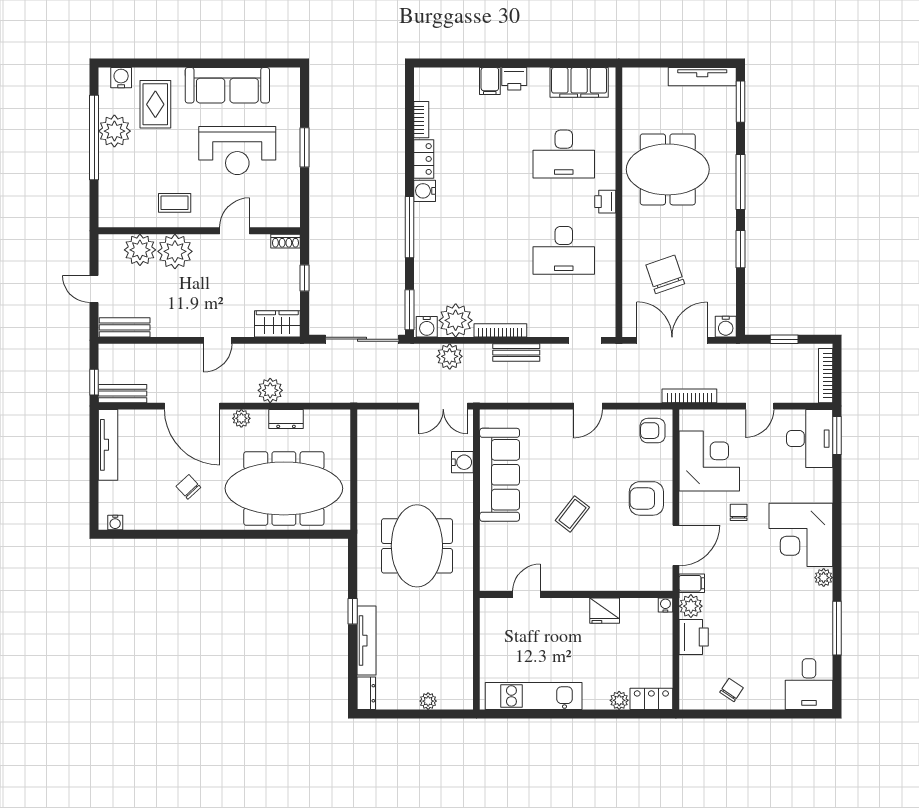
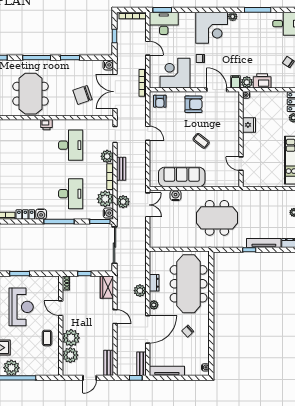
desk: (564, 154) -> (71, 194), moved
plant: (541, 324) -> (107, 156), added
armchair: (646, 498) -> (193, 104), turned -90

